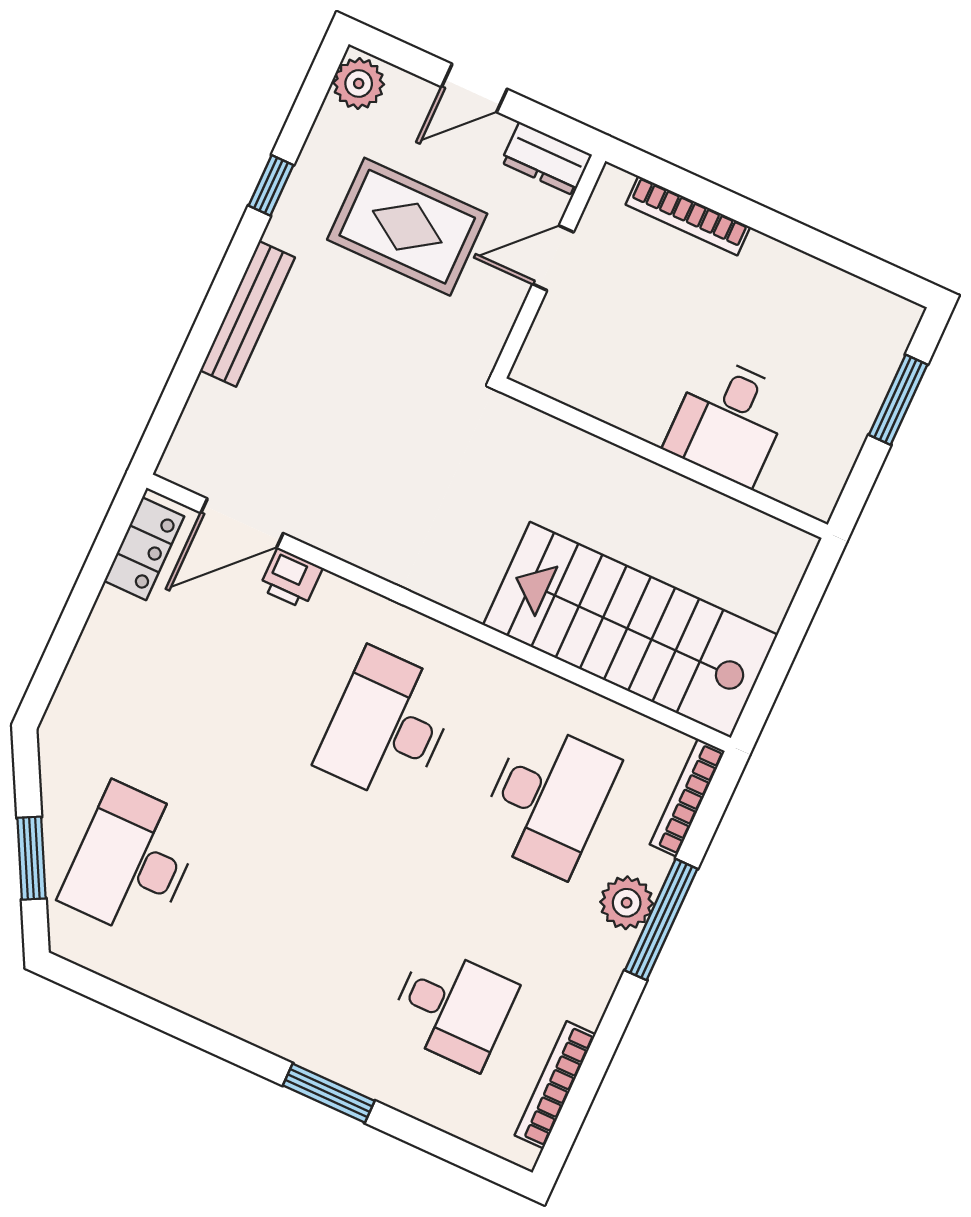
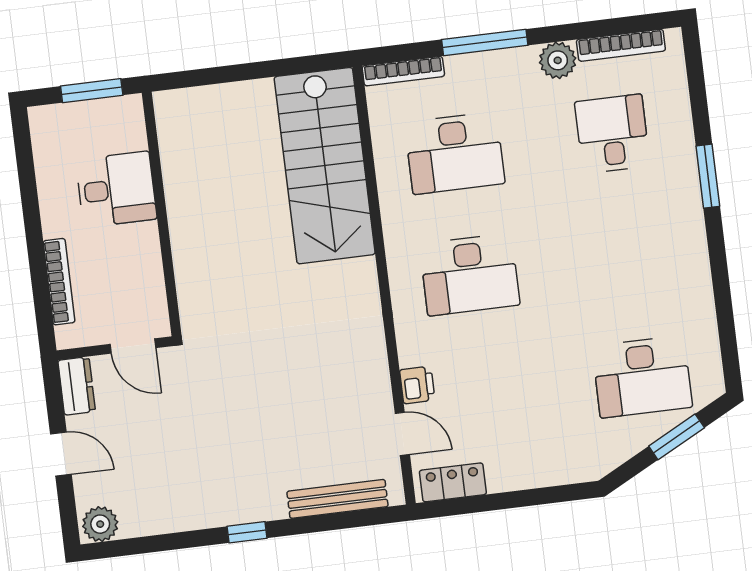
window: (271, 185) -> (247, 532), moved
rug: (407, 227) -> (167, 444), removed
bench: (247, 314) -> (337, 499), moved
desk: (729, 421) -> (116, 189), moved
wall: (664, 458) -> (162, 214), moved
door: (242, 523) -> (402, 434), width x0.73
desk: (548, 799) -> (455, 153), turned 180
plant: (627, 903) -> (558, 60), moved

